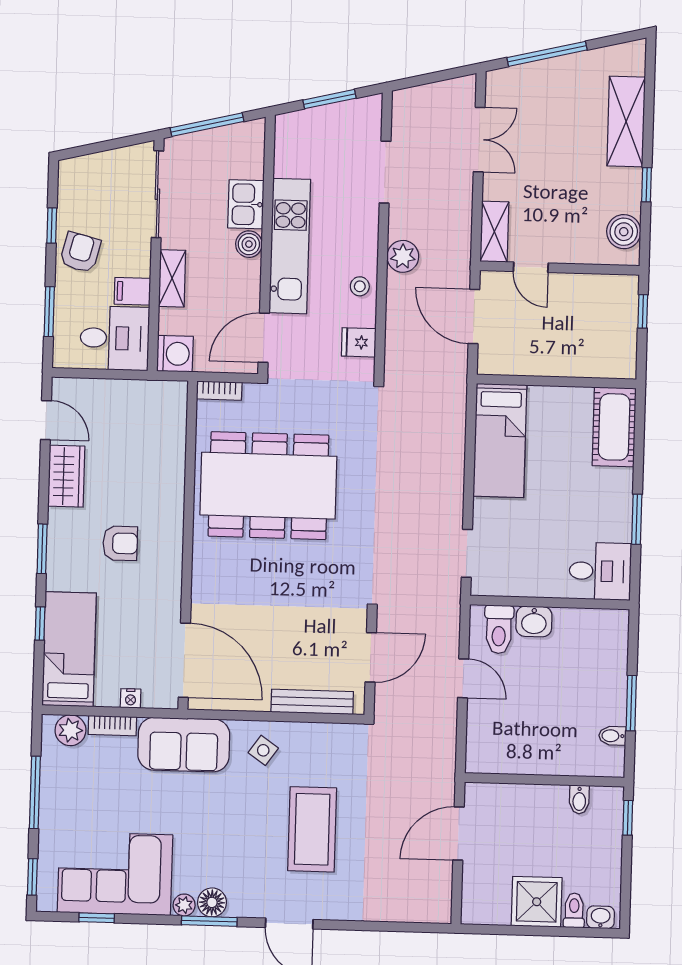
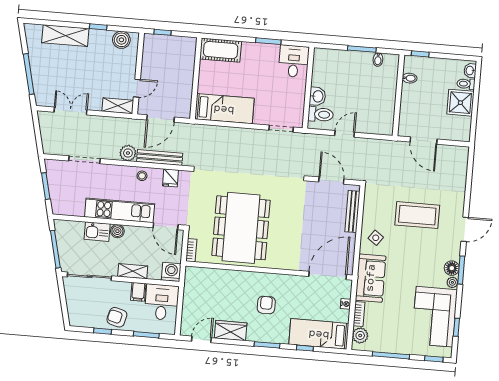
bench: (398, 319) -> (160, 157), added

